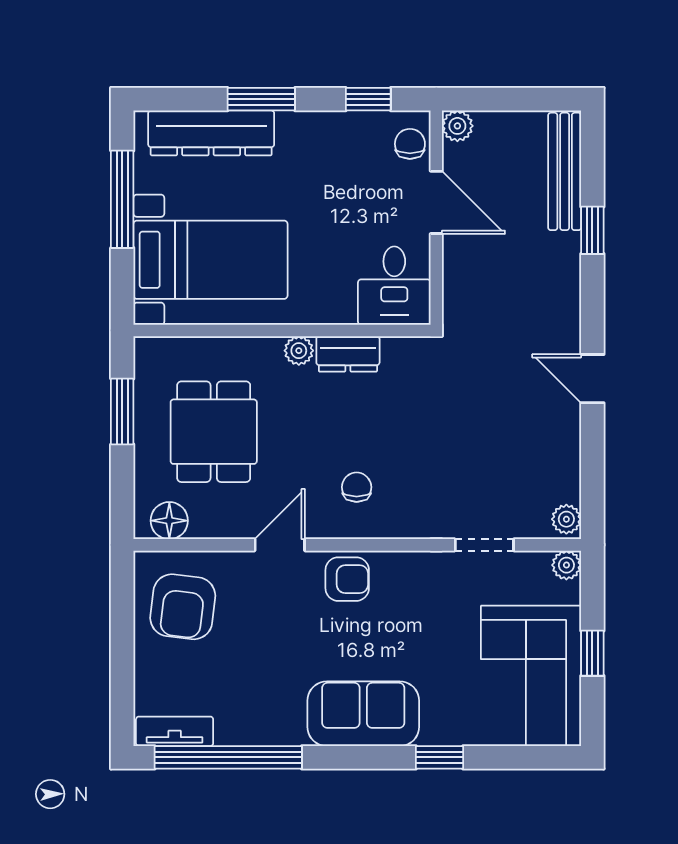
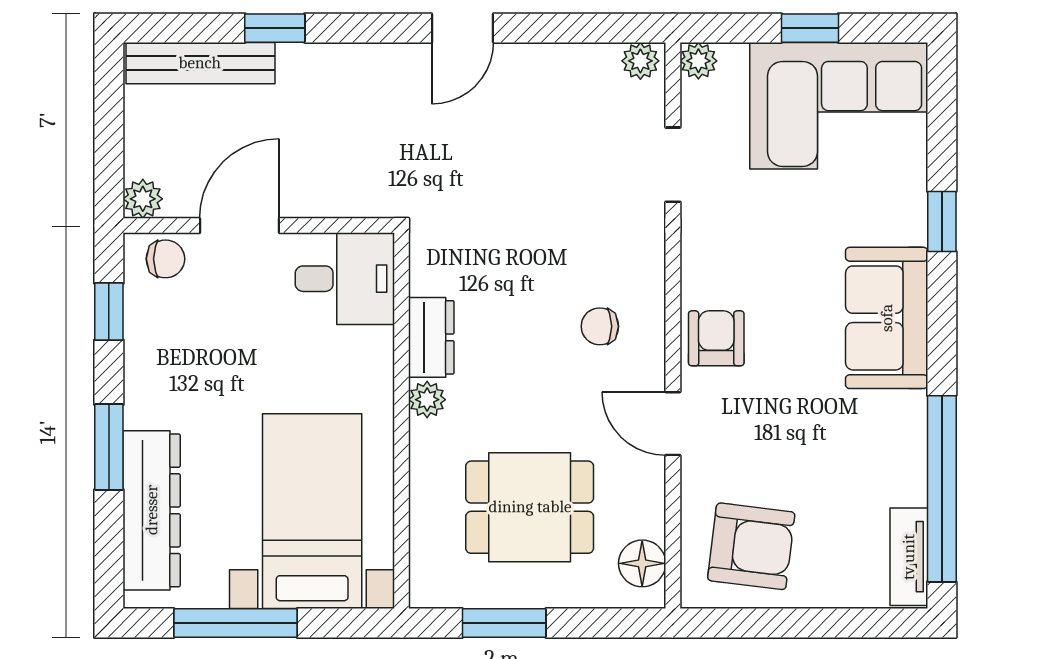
chair: (410, 144) -> (165, 259), turned 180

